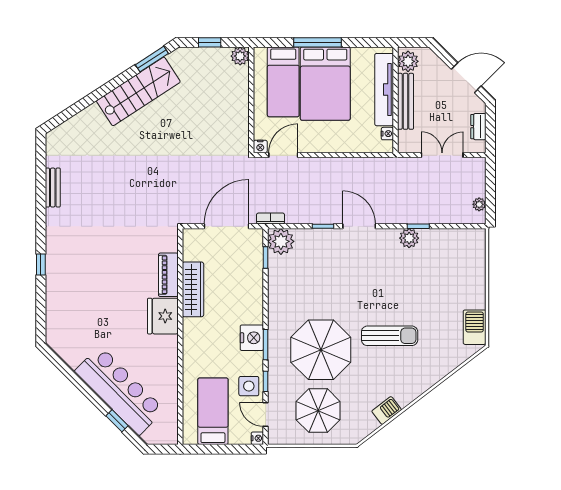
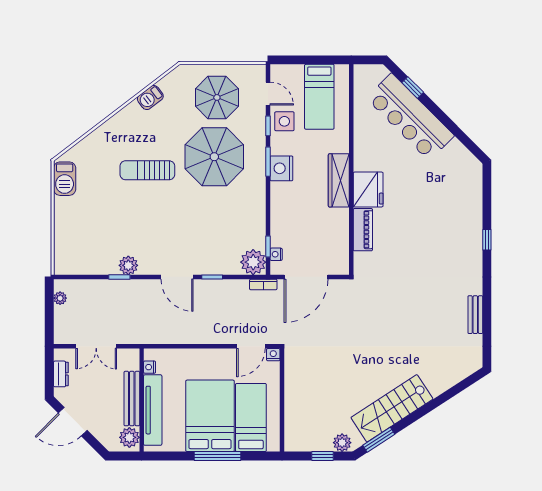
plant: (240, 56) -> (342, 443), moved
wardrobe: (193, 289) -> (339, 180), moved
nightstand: (257, 438) -> (276, 254), moved

